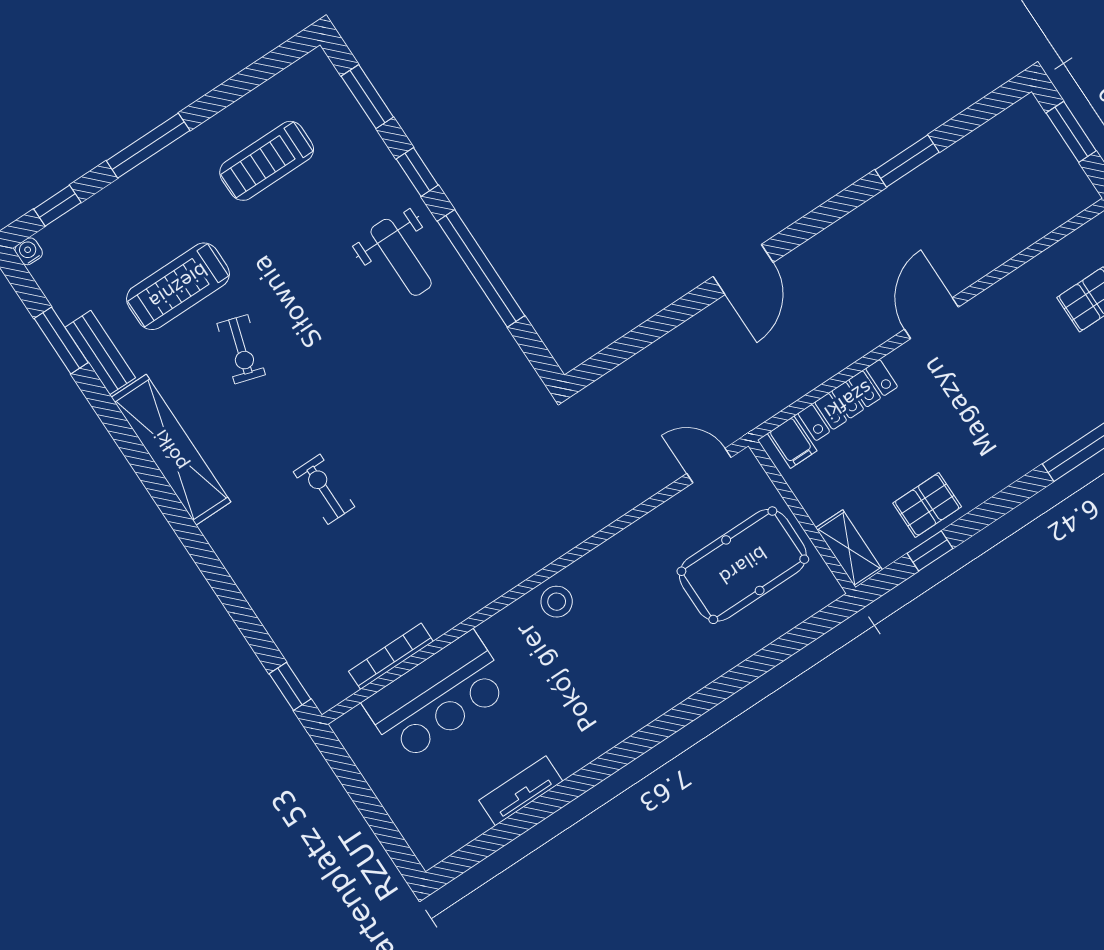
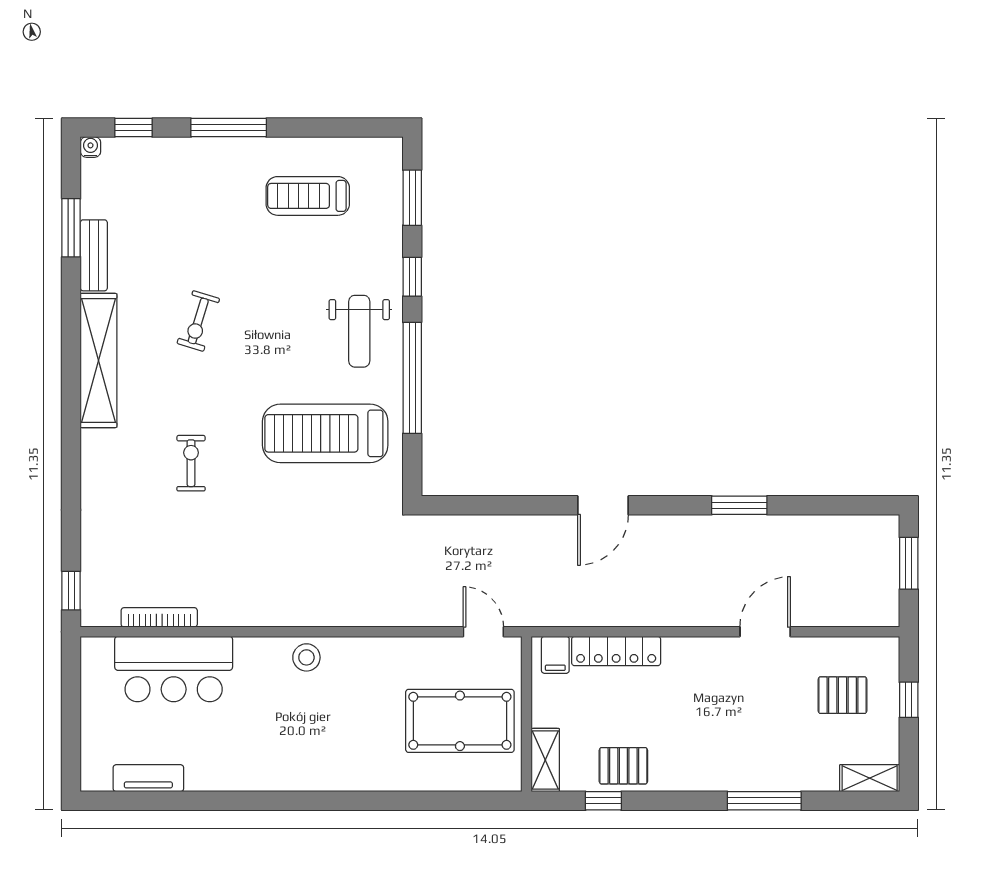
window: (907, 161) -> (739, 505), moved
treadmill: (178, 286) -> (325, 433), moved, width x1.37, depth x1.38
door: (932, 318) -> (765, 632), moved
tv unit: (521, 791) -> (148, 778), moved

